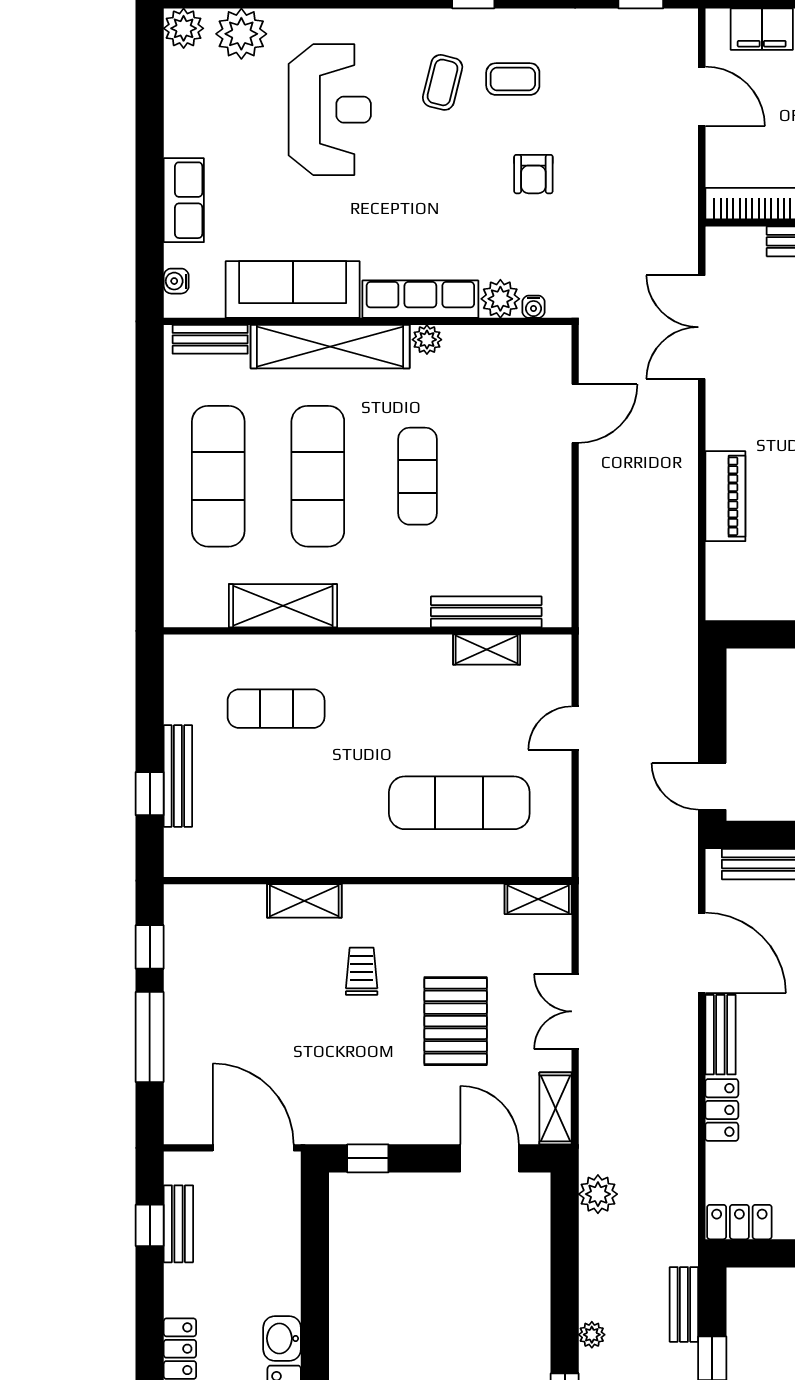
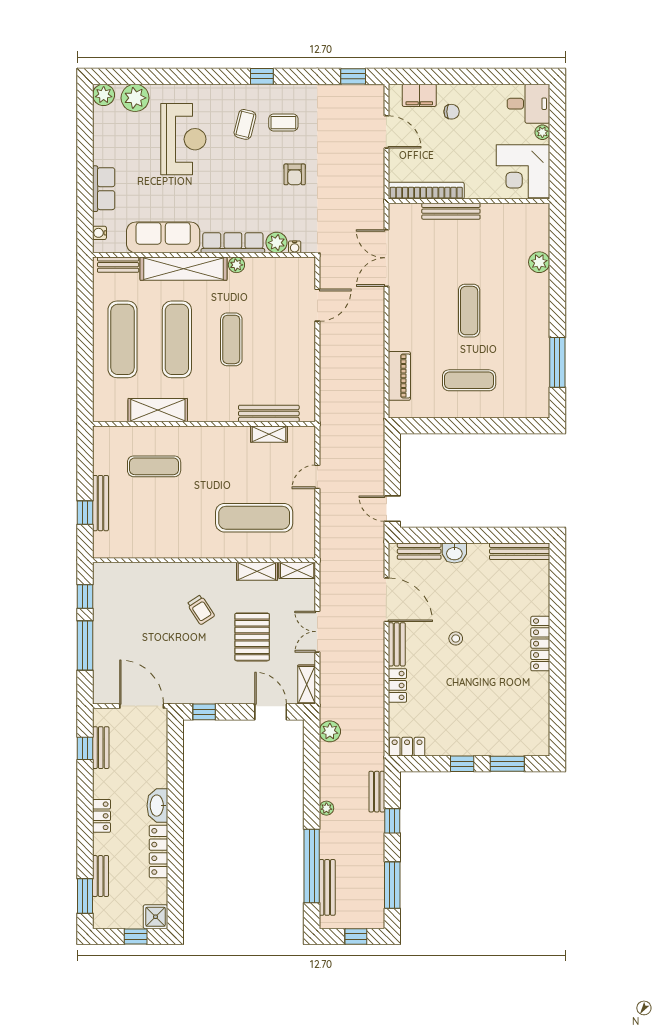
piano: (725, 496) -> (399, 376), moved
shelving: (304, 901) -> (257, 571), moved
trolley: (362, 971) -> (201, 610), turned 147
washbasin: (282, 1338) -> (157, 806), width x1.38

